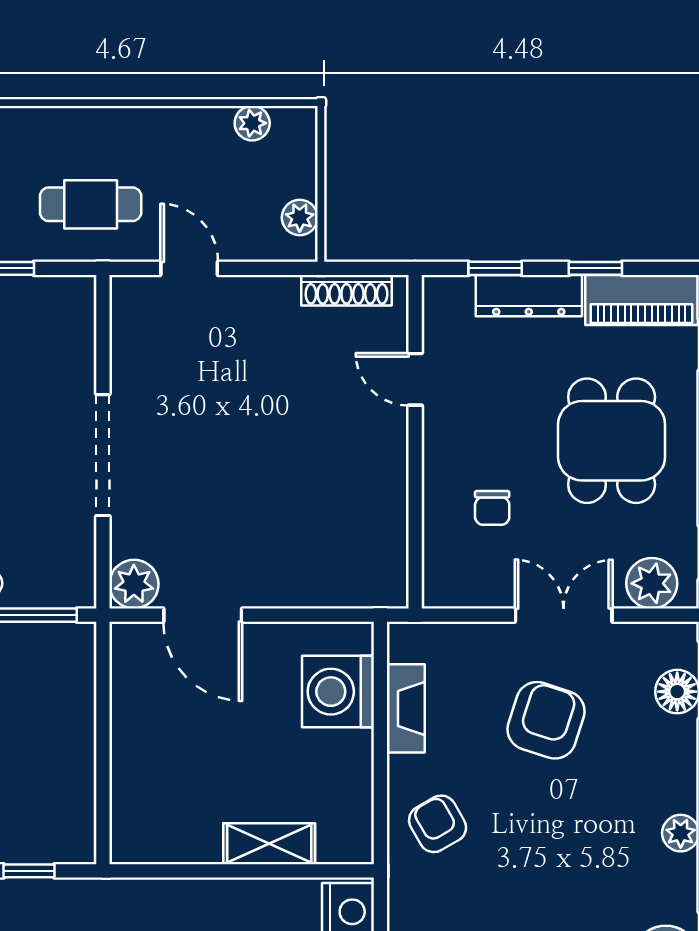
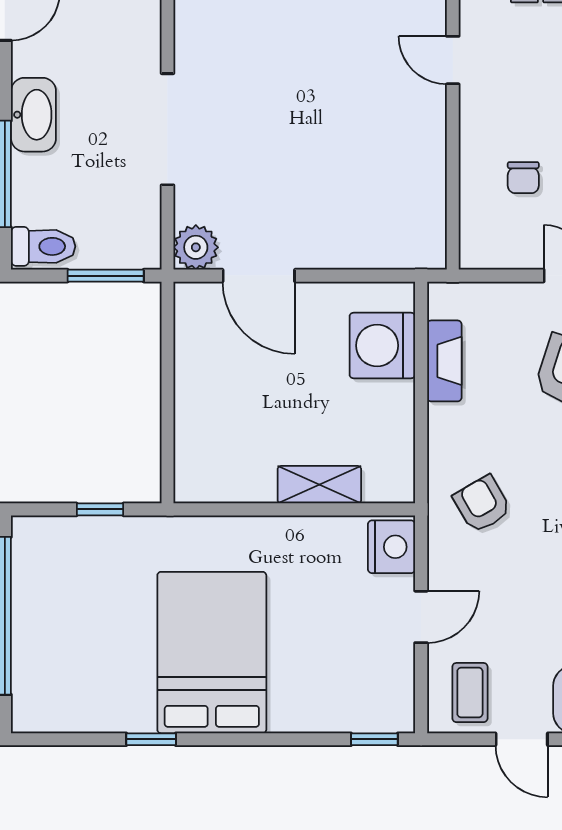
armchair: (438, 824) -> (482, 504), moved

